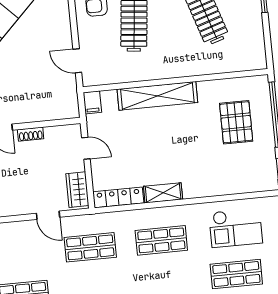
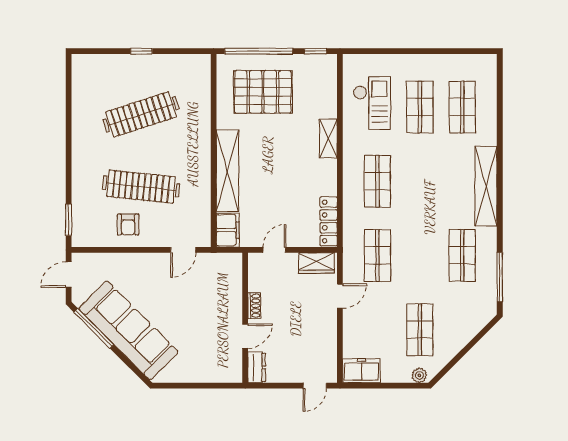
filing cabinet: (92, 102) -> (228, 230), width x2.00
pallet: (236, 122) -> (263, 92), width x1.37, depth x1.41
shelving: (163, 193) -> (328, 138), moved

